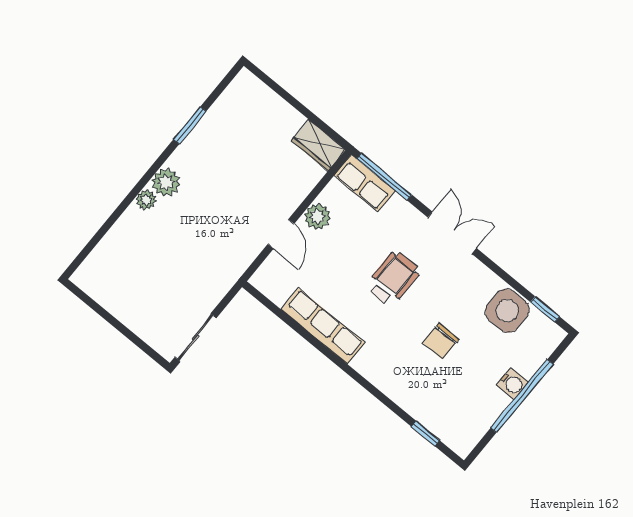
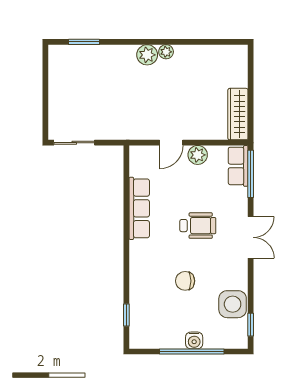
window: (190, 125) -> (84, 42), moved
wardrobe: (318, 145) -> (238, 114), width x1.50
plant: (146, 200) -> (166, 52), moved

